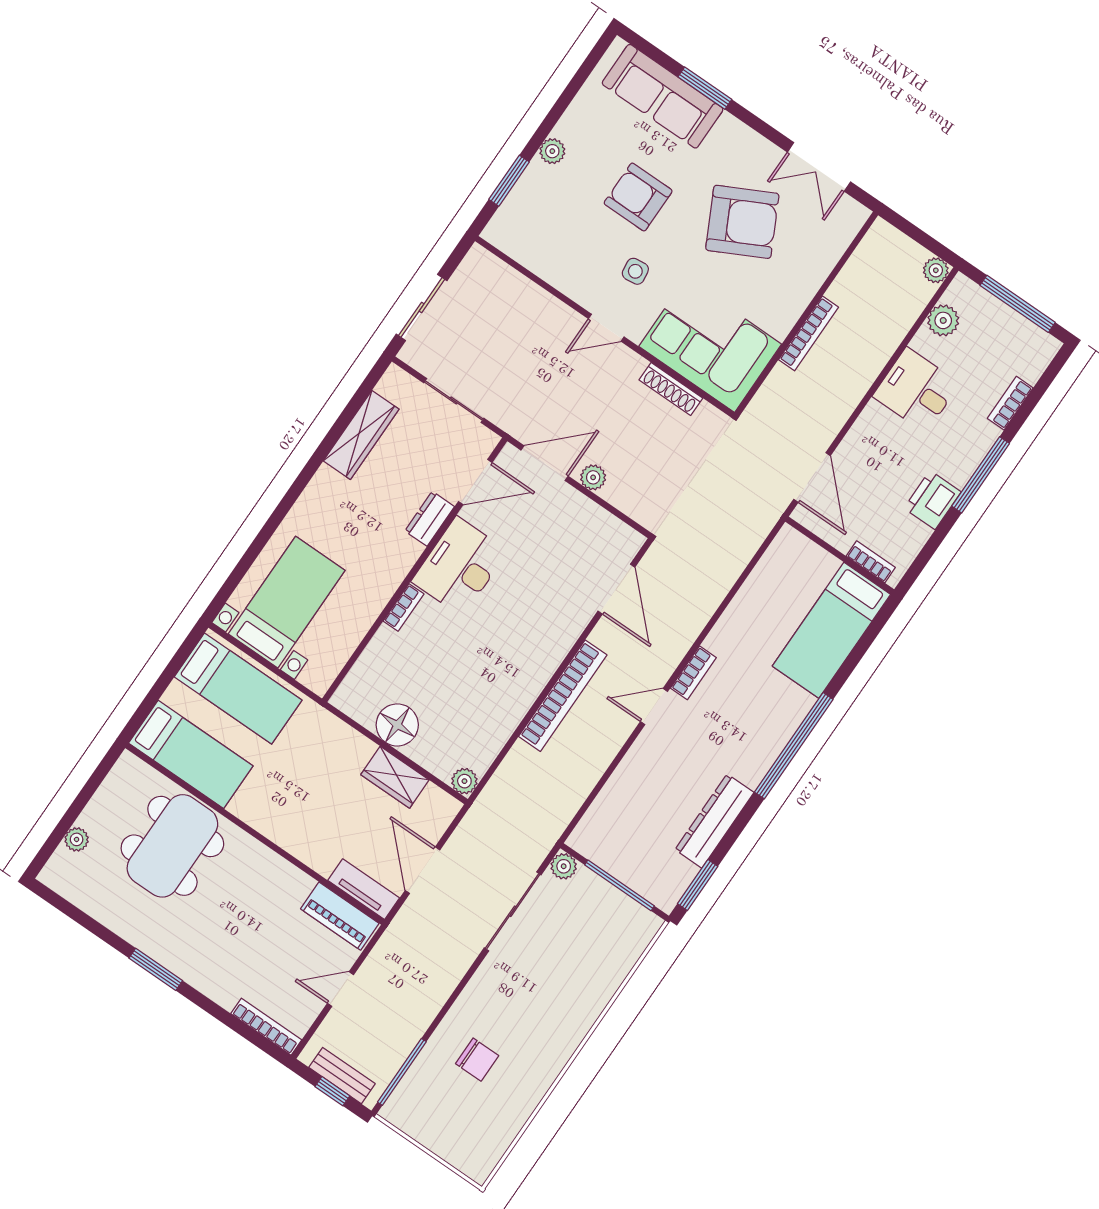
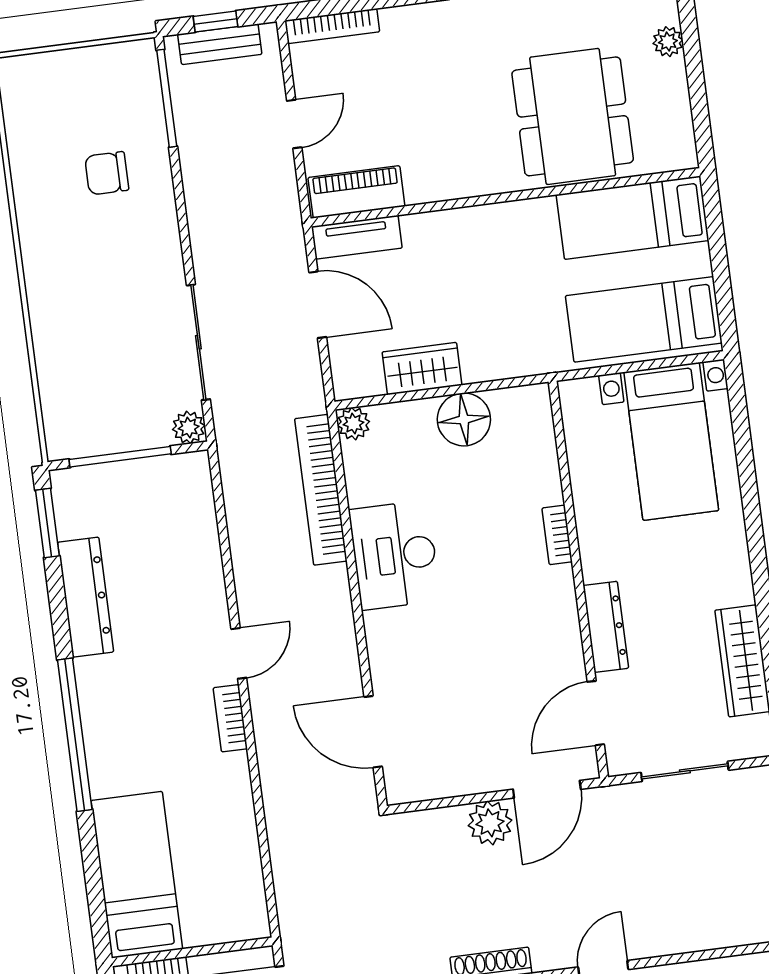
plant: (593, 477) -> (490, 823), width x1.38, depth x1.38
dresser: (430, 519) -> (606, 627), width x1.44
desk: (460, 566) -> (395, 555), moved, turned 180
bookcase: (563, 696) -> (321, 490), moved

